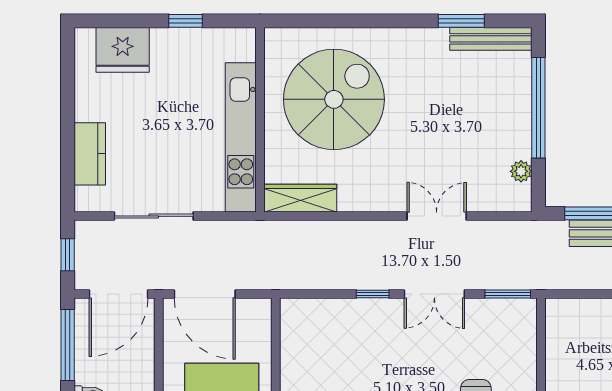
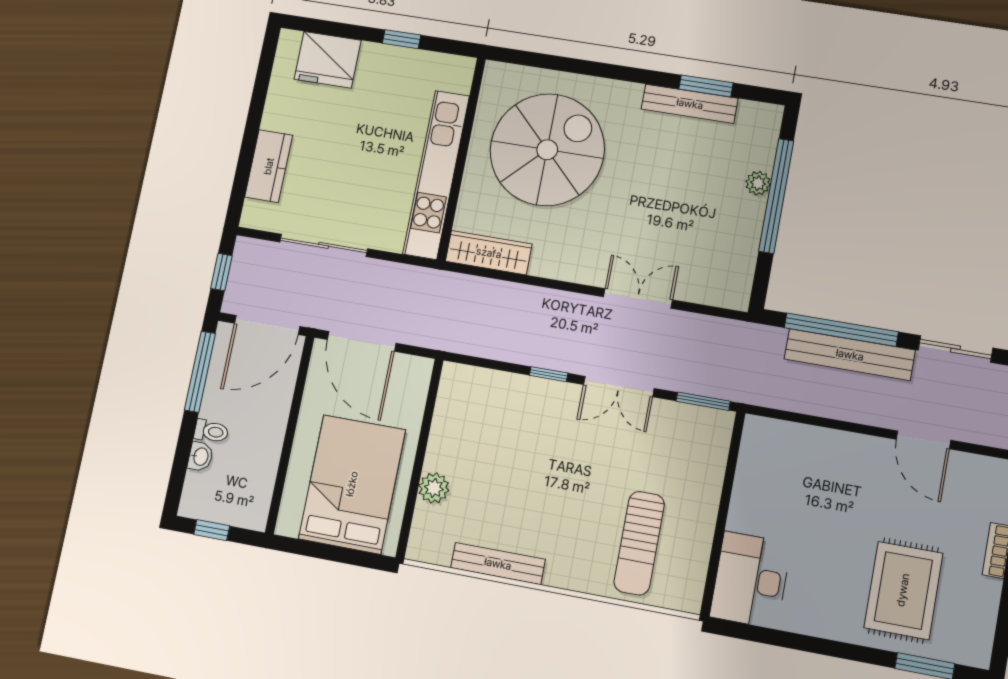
bench: (491, 39) -> (690, 104), moved
plant: (521, 171) -> (758, 183), moved

